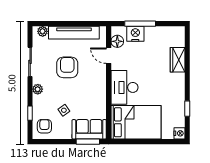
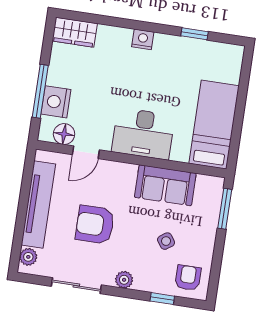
wardrobe: (178, 60) -> (75, 32), moved
bed: (136, 122) -> (214, 125), width x0.67
armchair: (44, 126) -> (188, 278), turned 90
sofa: (89, 129) -> (165, 185), moved, turned -90
nightstand: (179, 133) -> (143, 39), moved

